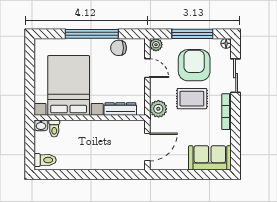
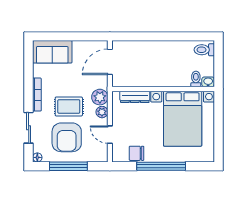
plant: (156, 45) -> (102, 112), moved
chair: (119, 48) -> (136, 153), turned 180

